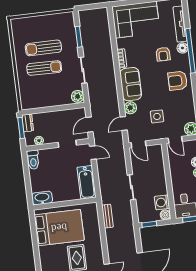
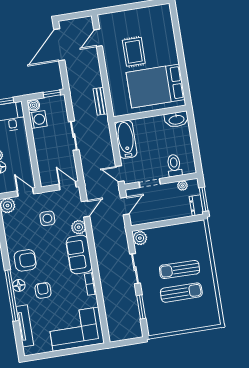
floor lamp: (182, 48) -> (19, 285), moved
toilet: (33, 160) -> (174, 165), moved

